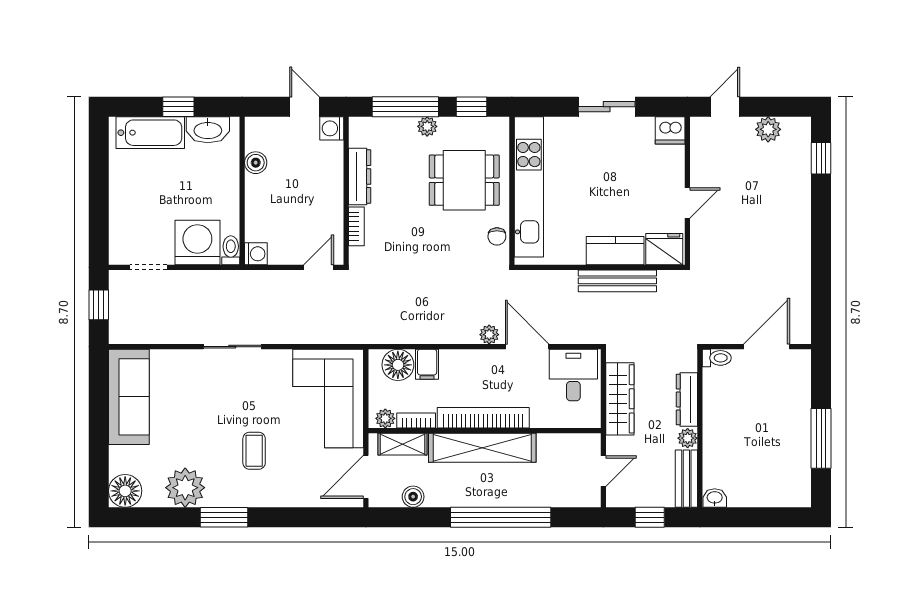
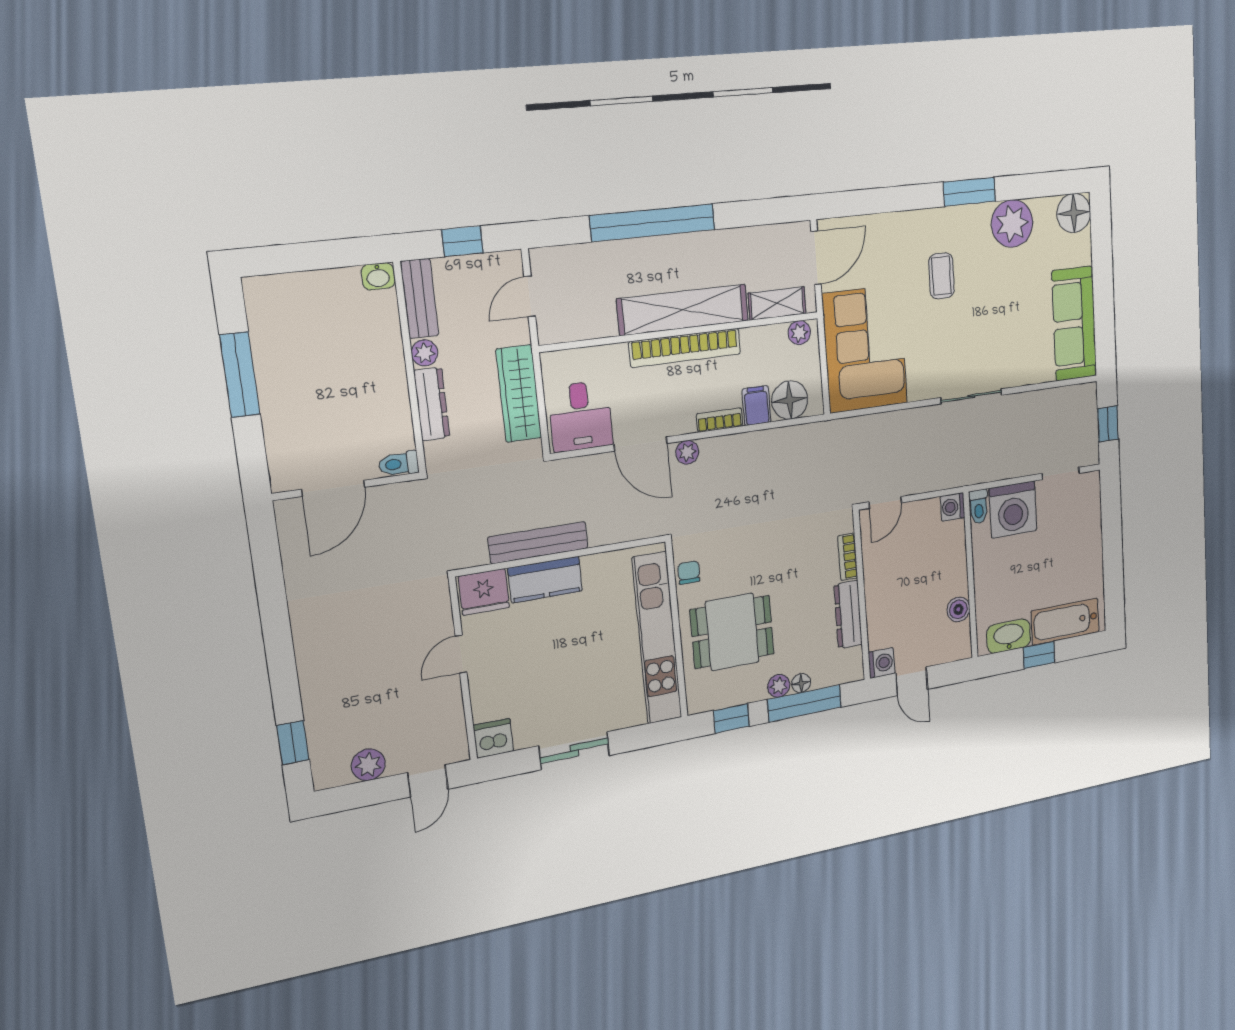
floor lamp: (407, 125) -> (801, 683), added
bookcase: (416, 421) -> (720, 420), moved, turned 180
boiler: (413, 497) -> (760, 239), removed

